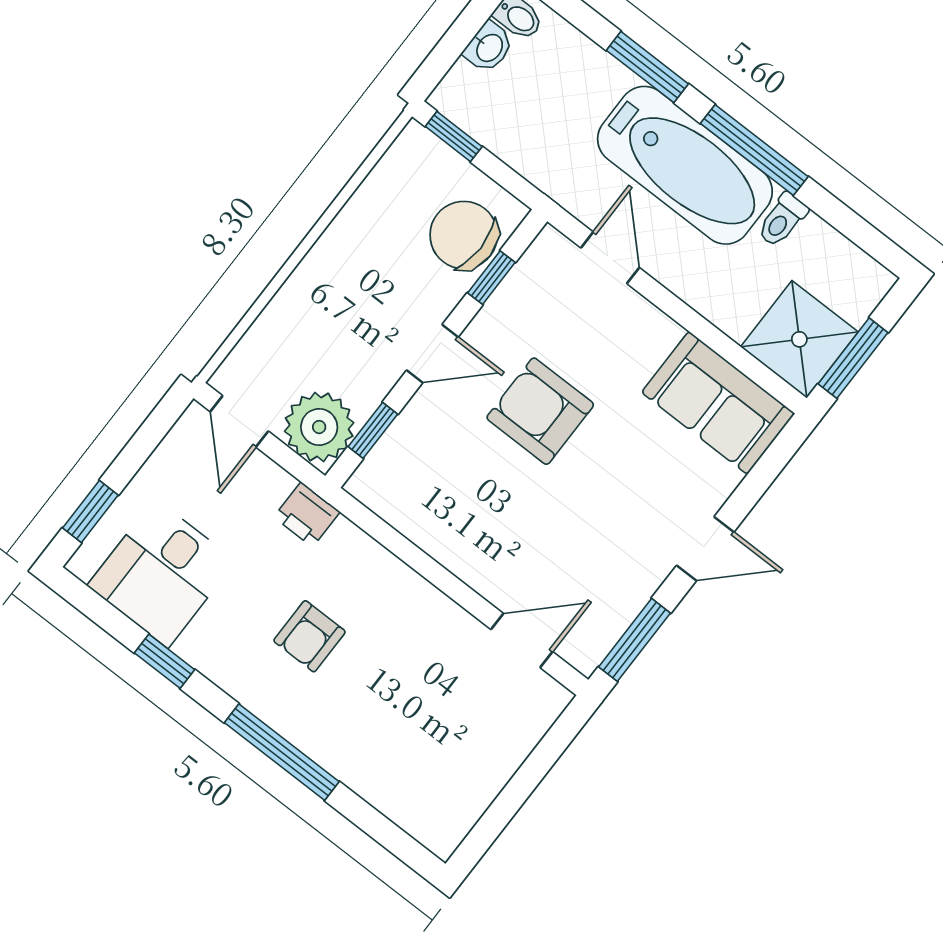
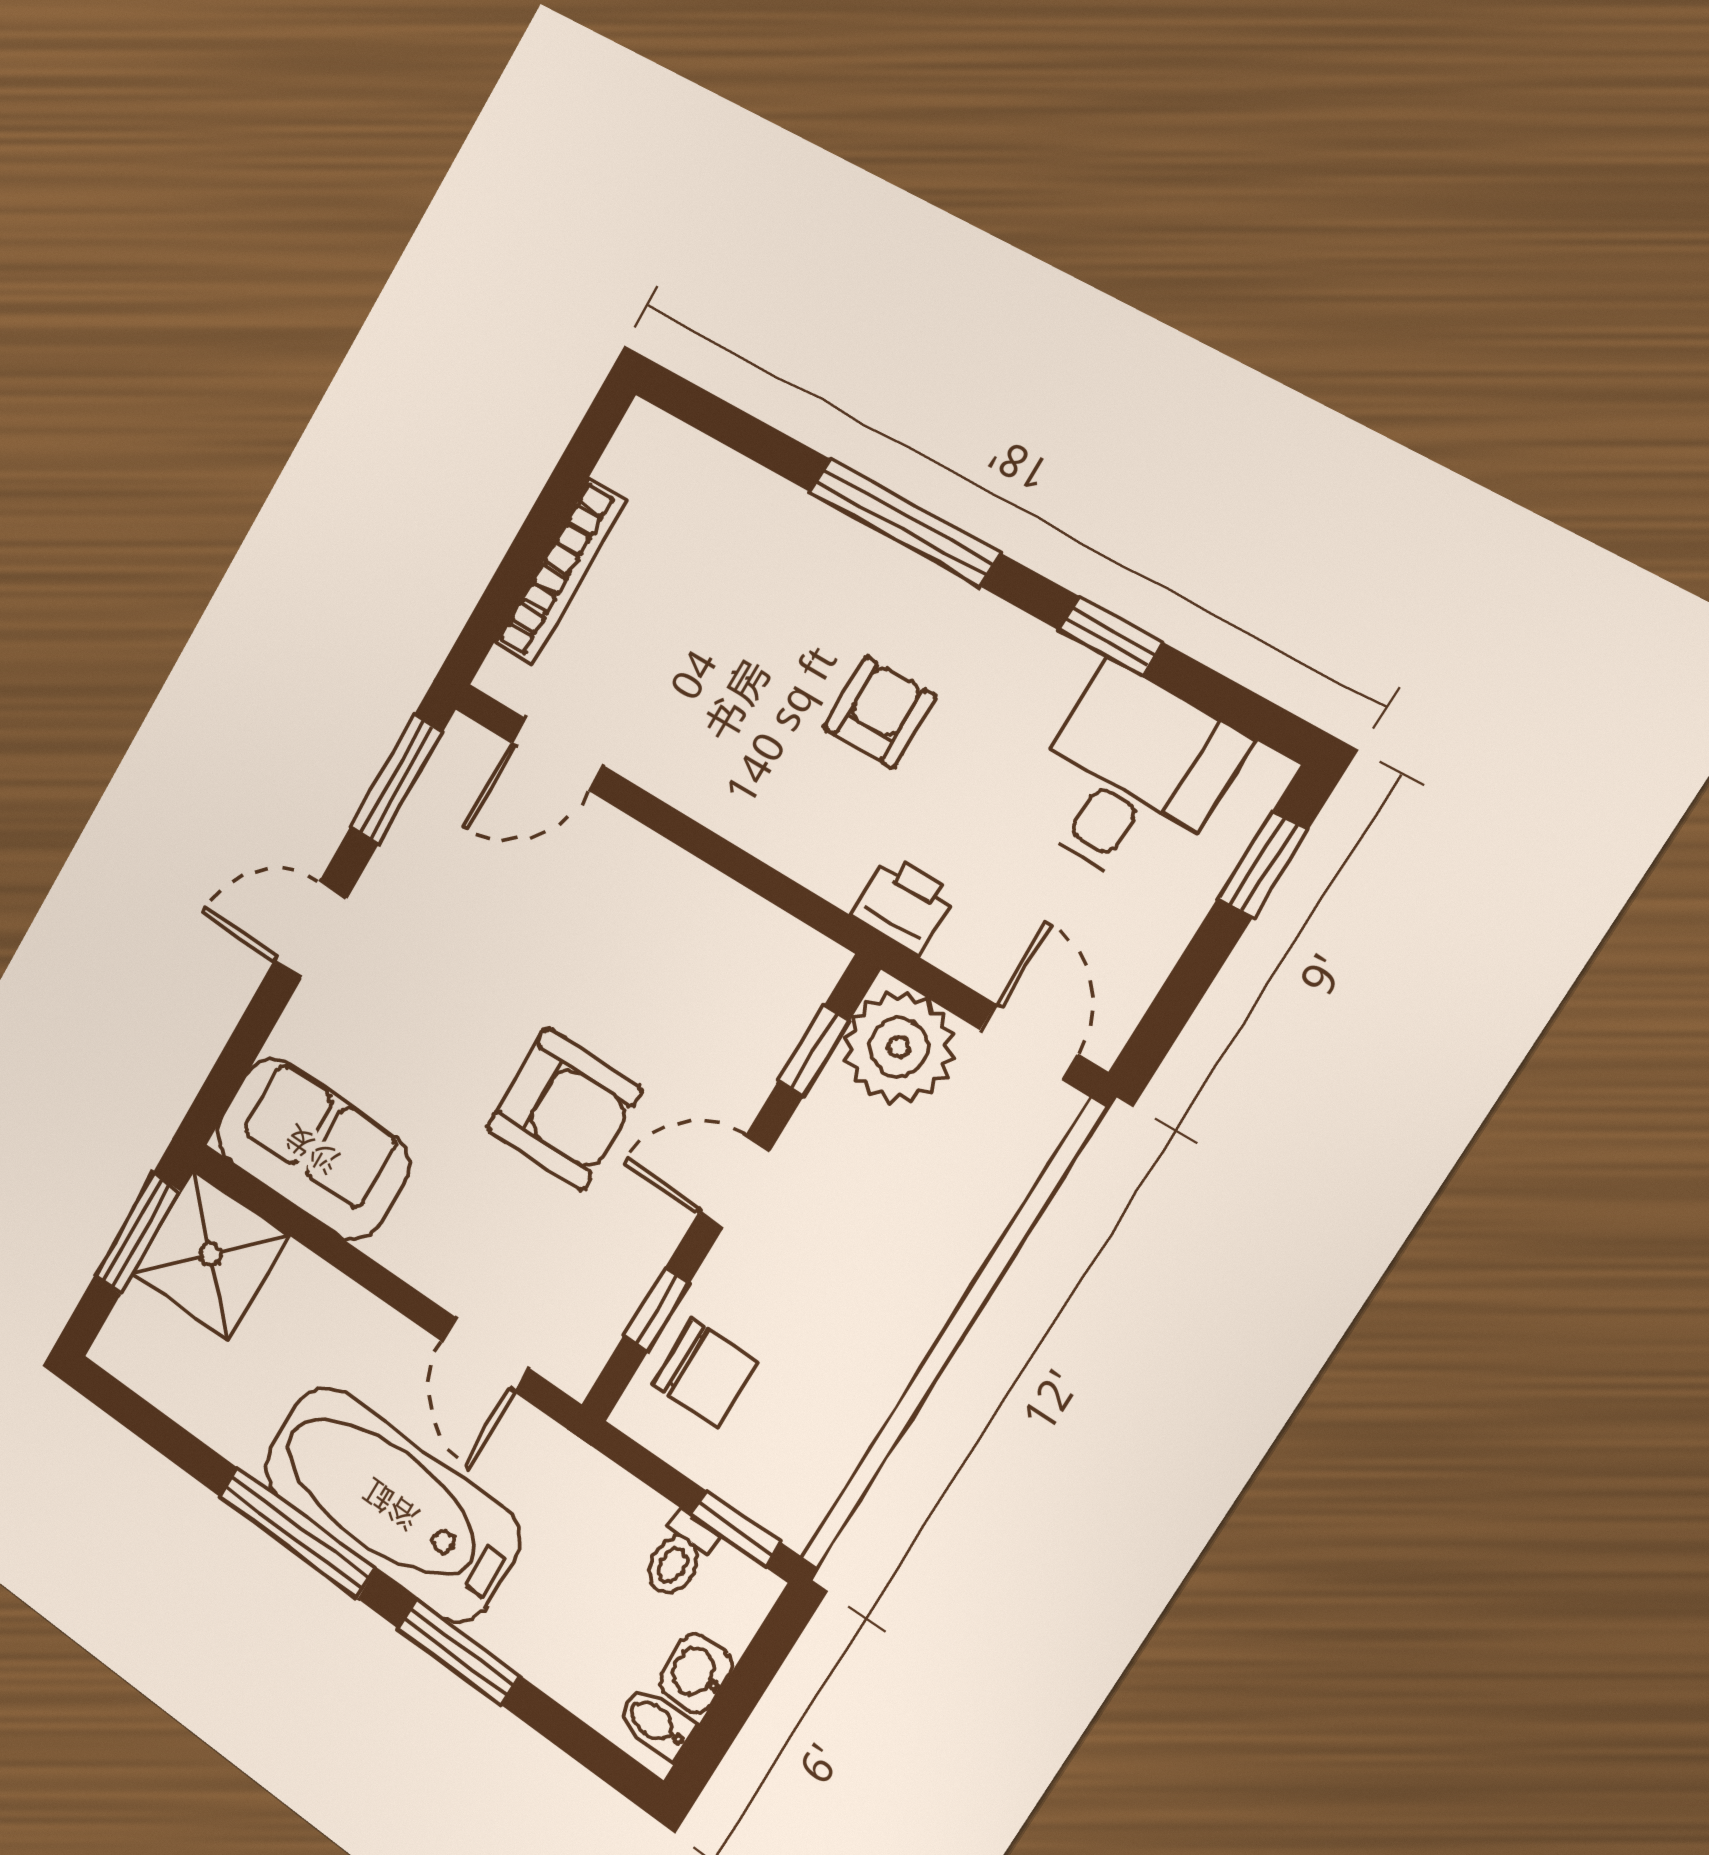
toilet: (782, 220) -> (678, 1556), moved, turned 180
chair: (464, 235) -> (705, 1373), width x0.73, depth x0.73
bookcase: (508, 759) -> (560, 572), added

